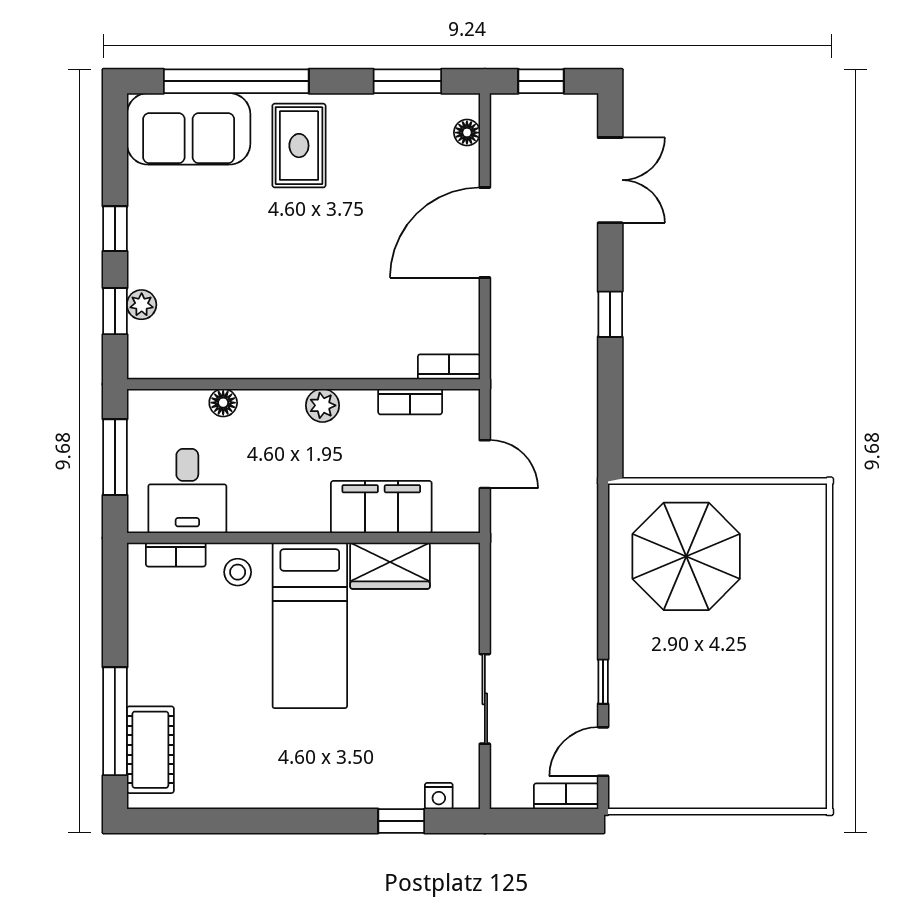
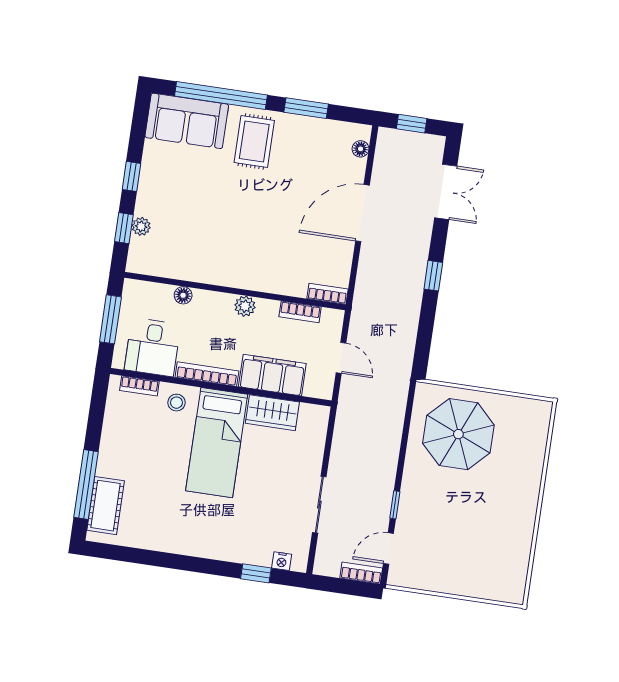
window: (407, 81) -> (306, 108), moved
bookcase: (279, 521) -> (207, 374), added

